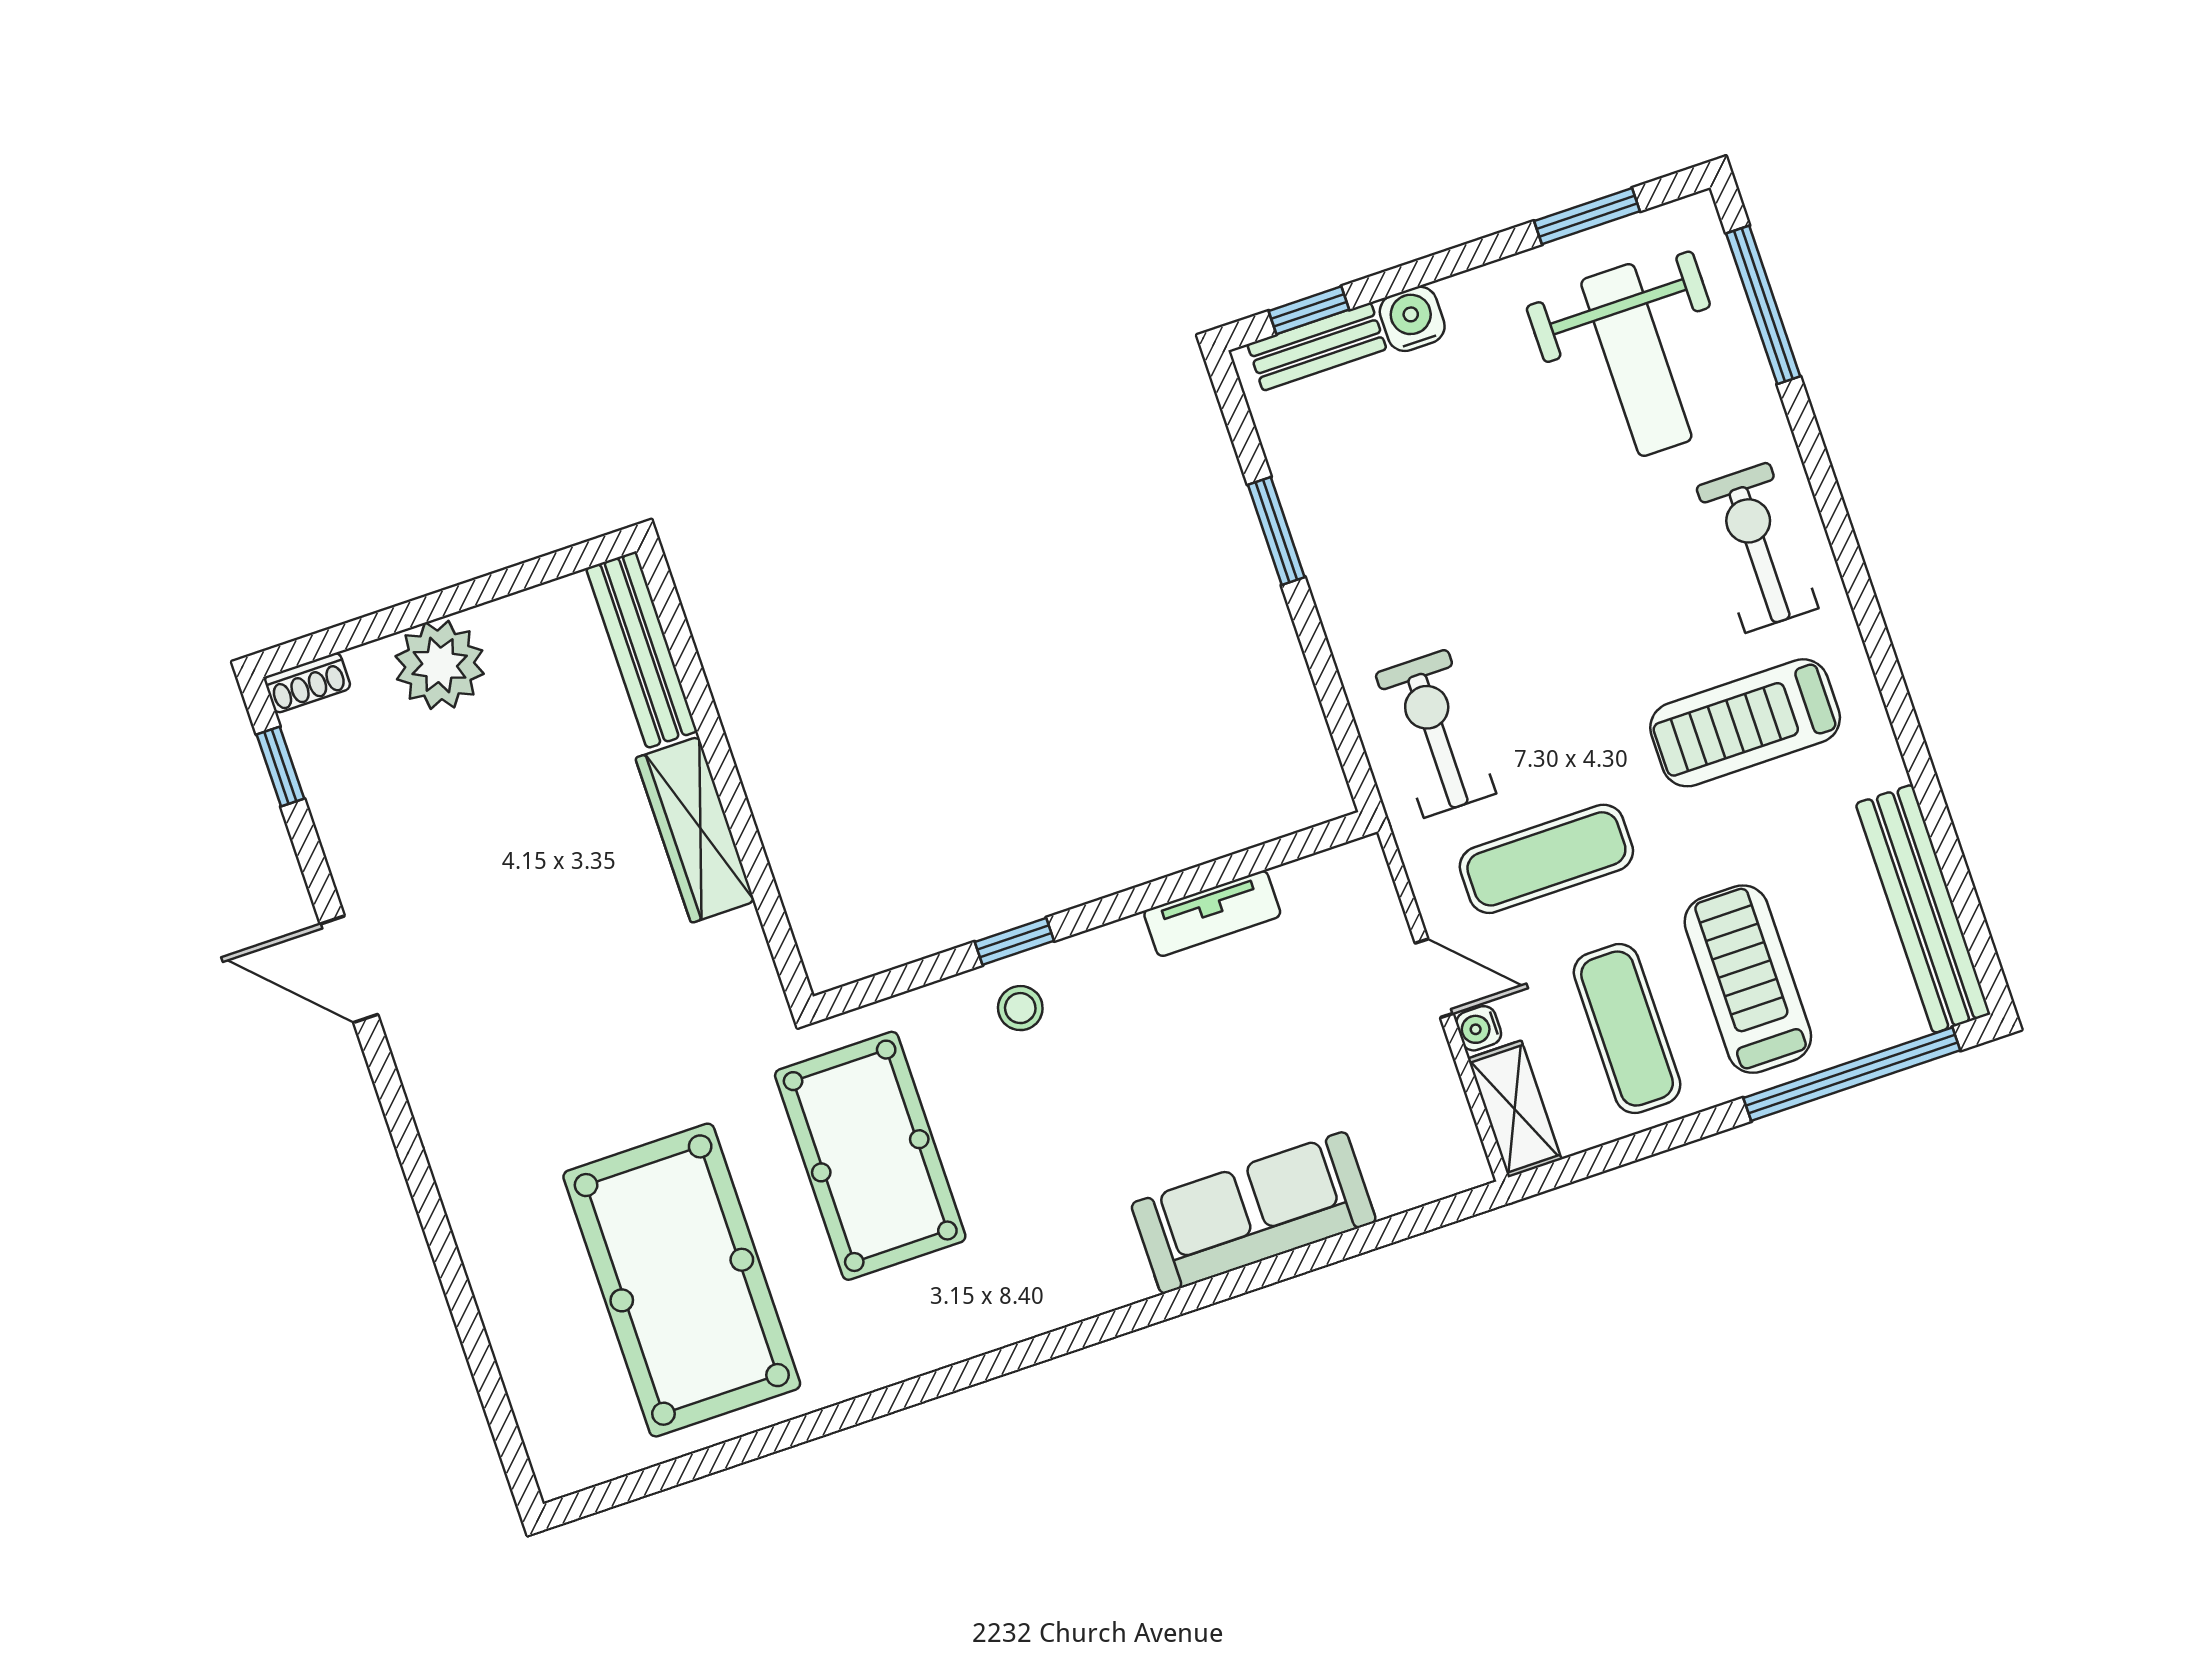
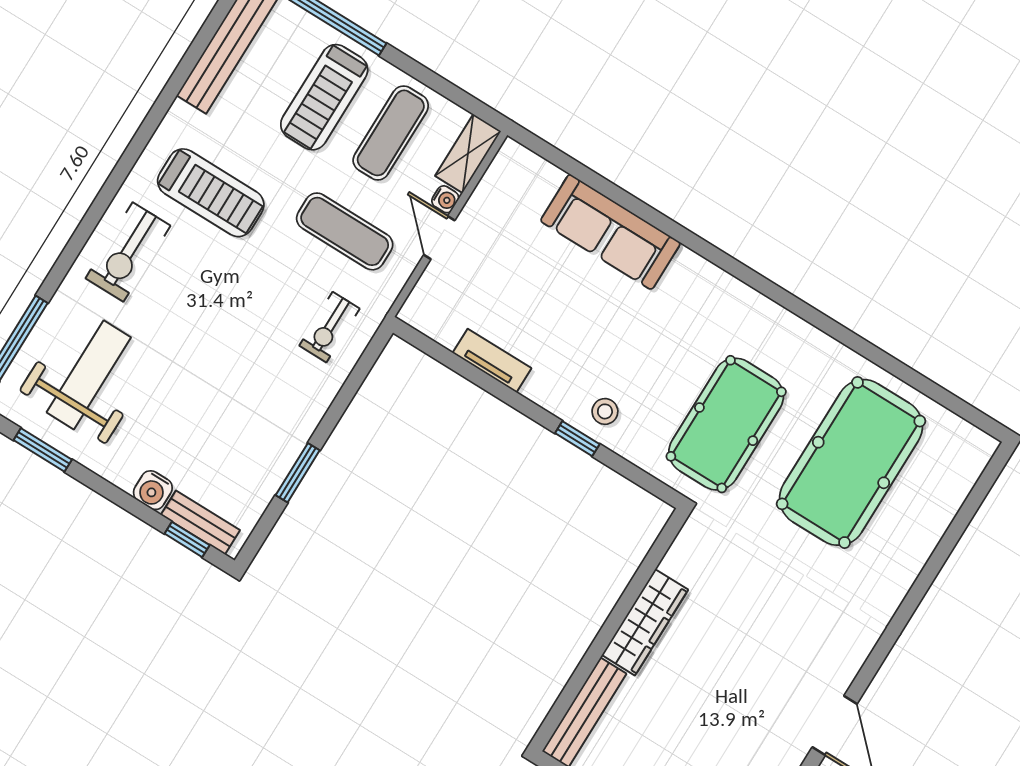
exercise bike: (1436, 733) -> (329, 327), width x0.73, depth x0.72

